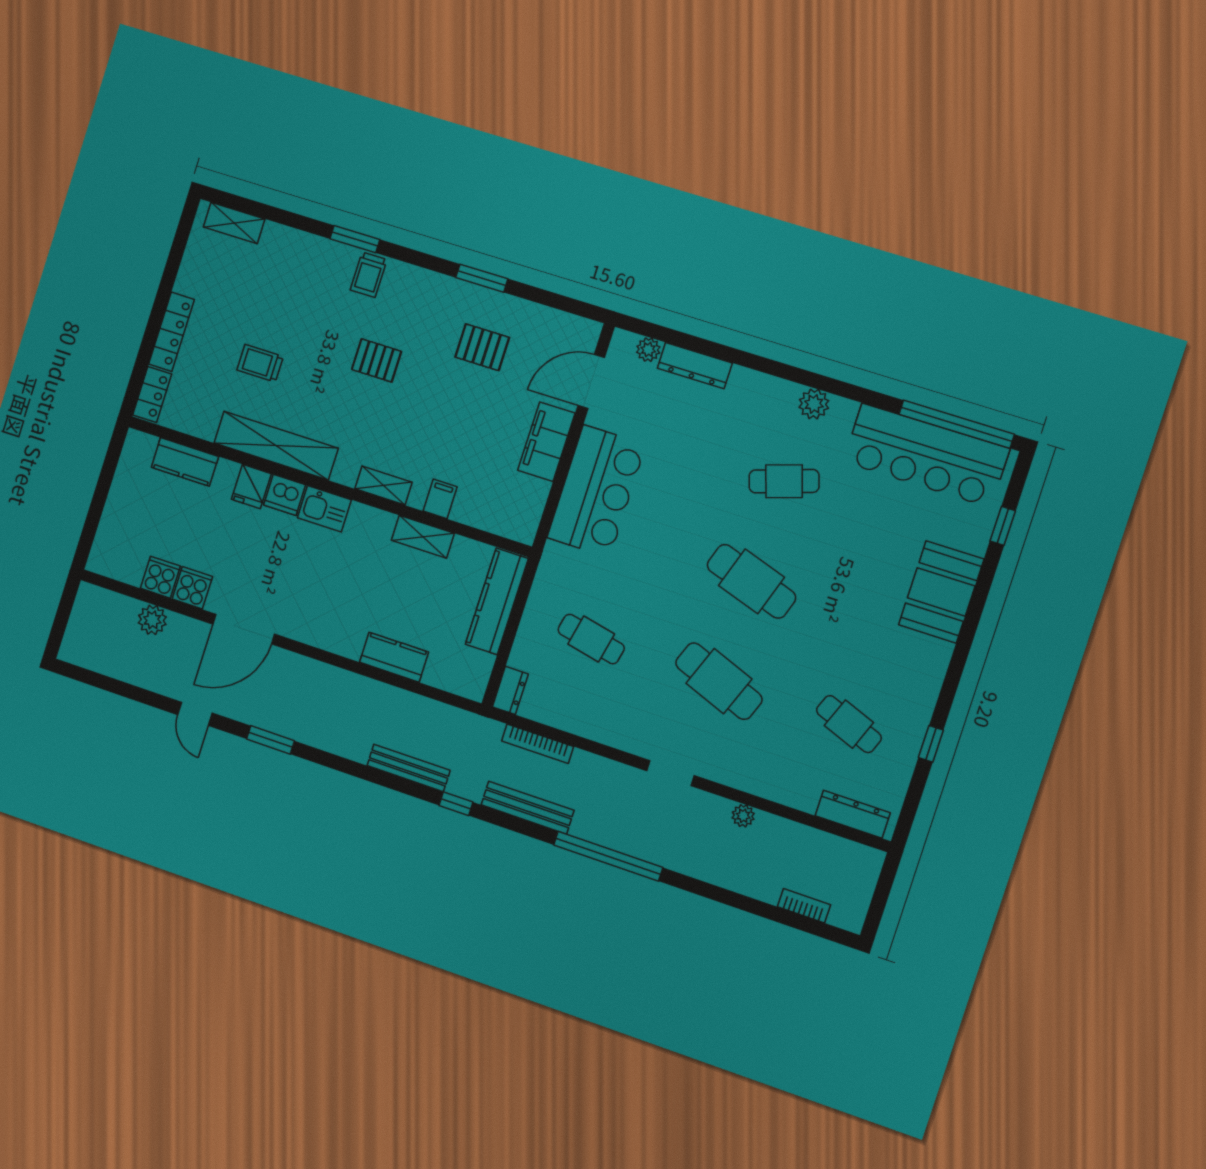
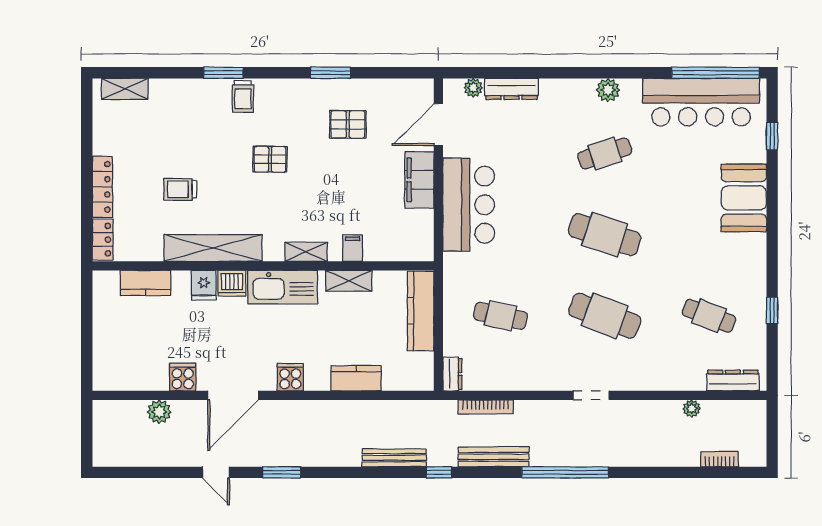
kitchen sink: (324, 509) -> (283, 287), width x1.88, depth x1.24
cooker: (160, 577) -> (290, 377), moved
plant: (743, 816) -> (692, 409), moved

